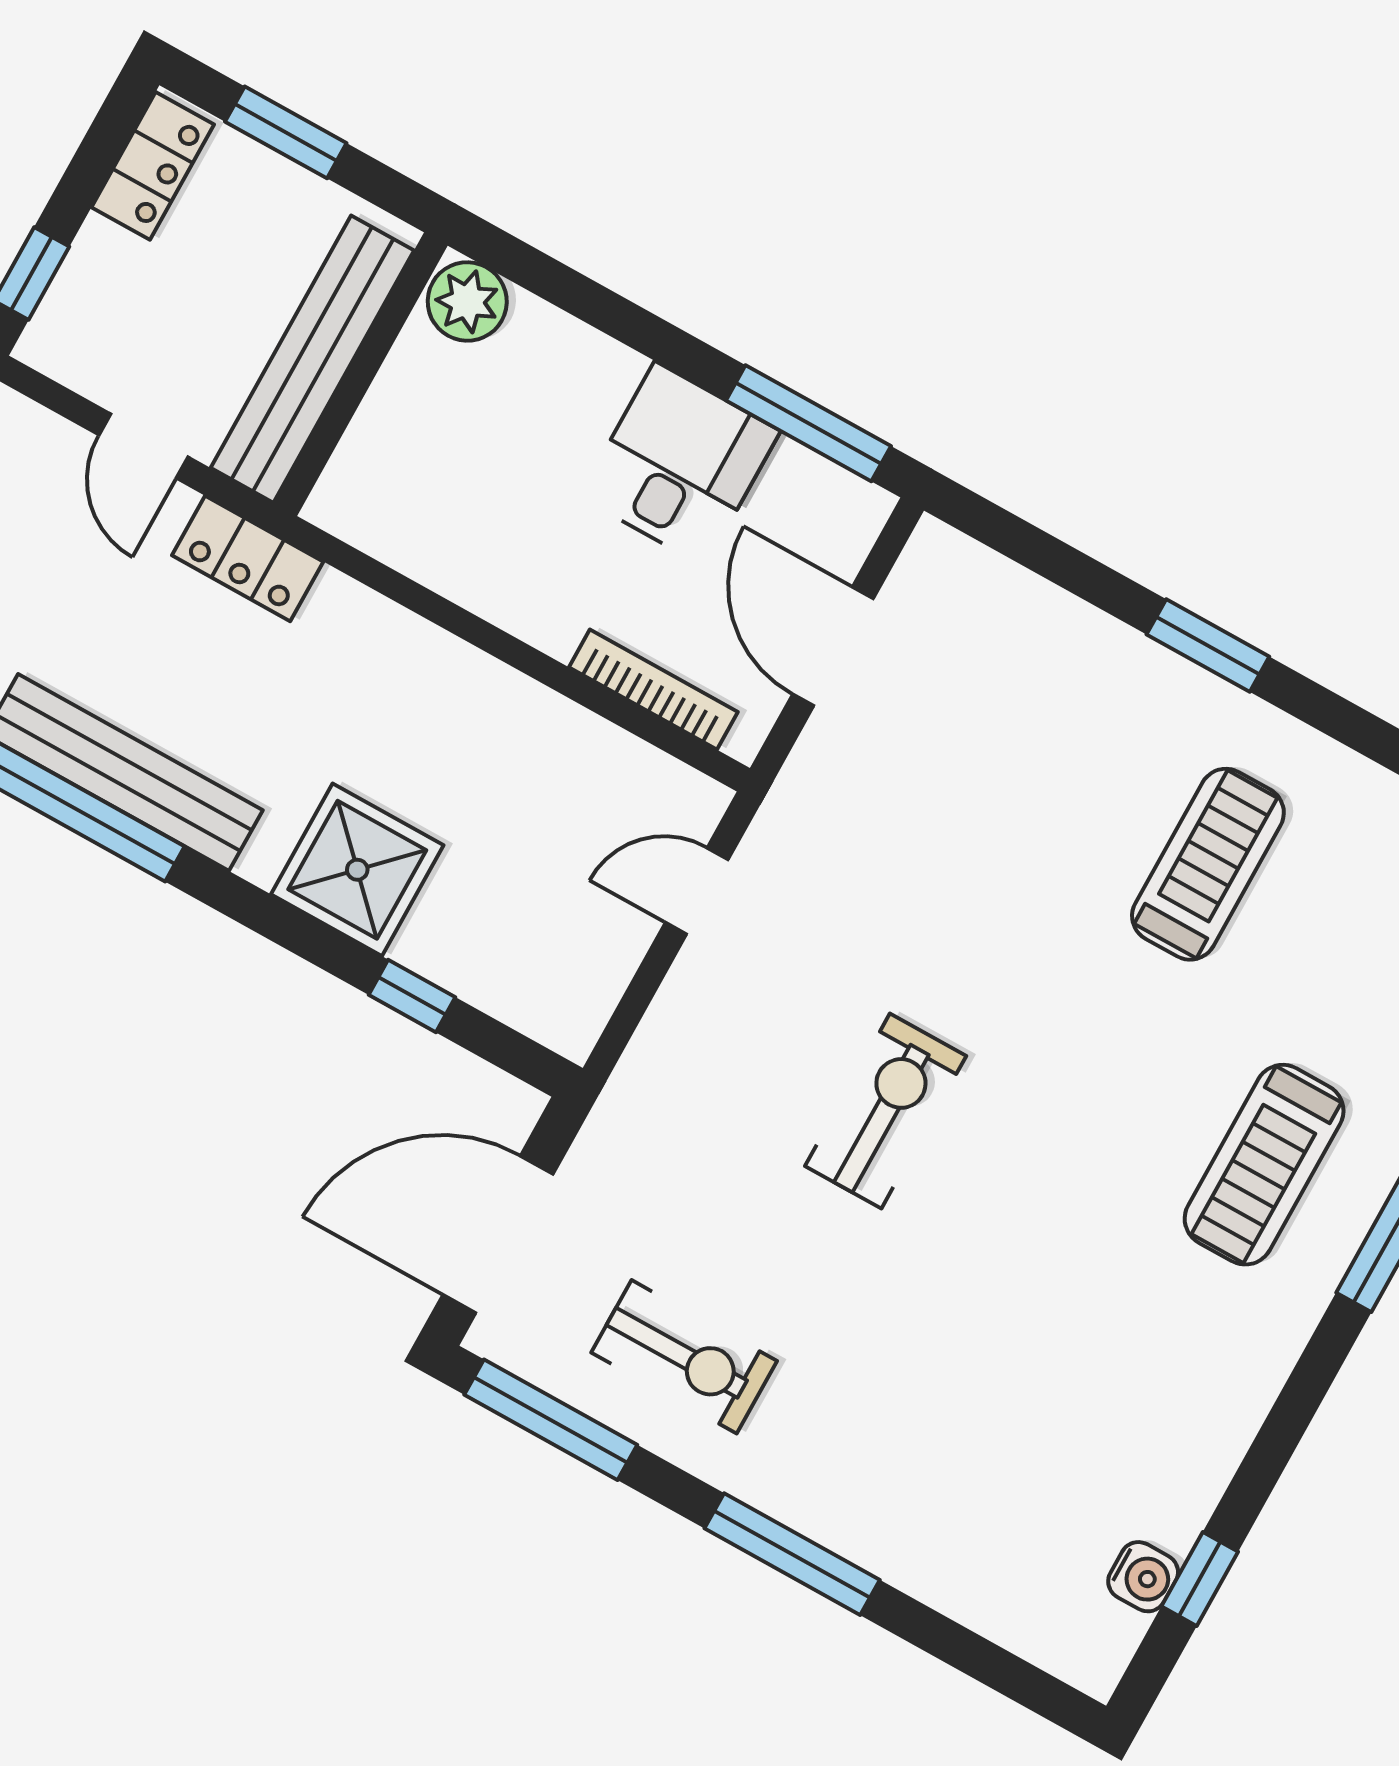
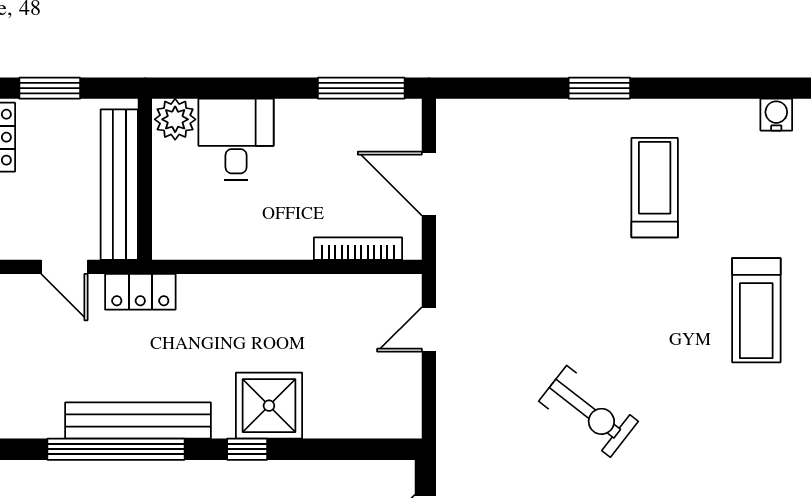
desk: (680, 464) -> (236, 139), moved
window: (412, 996) -> (247, 449), moved
exercise bike: (886, 1111) -> (588, 411), moved, turned 128

